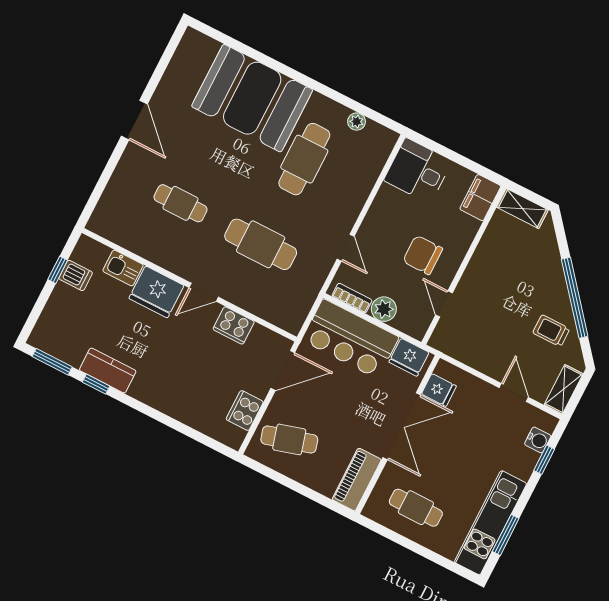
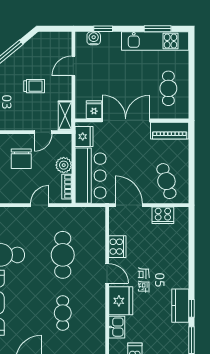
trolley: (551, 331) -> (34, 86), moved, turned -90
shelving: (564, 389) -> (65, 116), moved, turned 90

